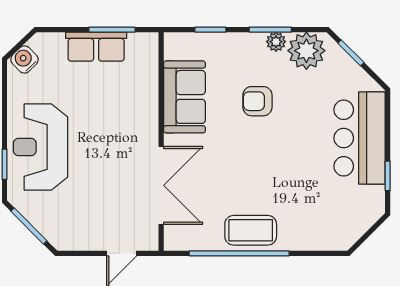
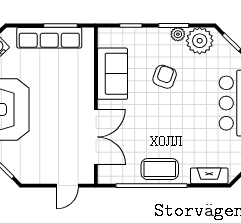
row of seats: (96, 47) -> (49, 38), width x1.48
armchair: (257, 101) -> (165, 77), turned 110
fireplace: (320, 240) -> (209, 176), added

